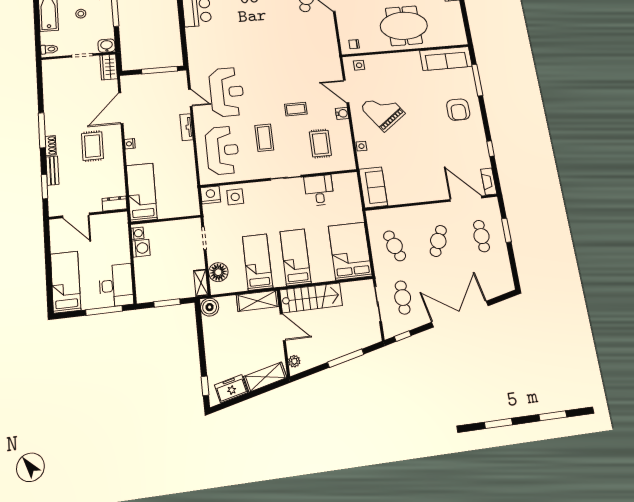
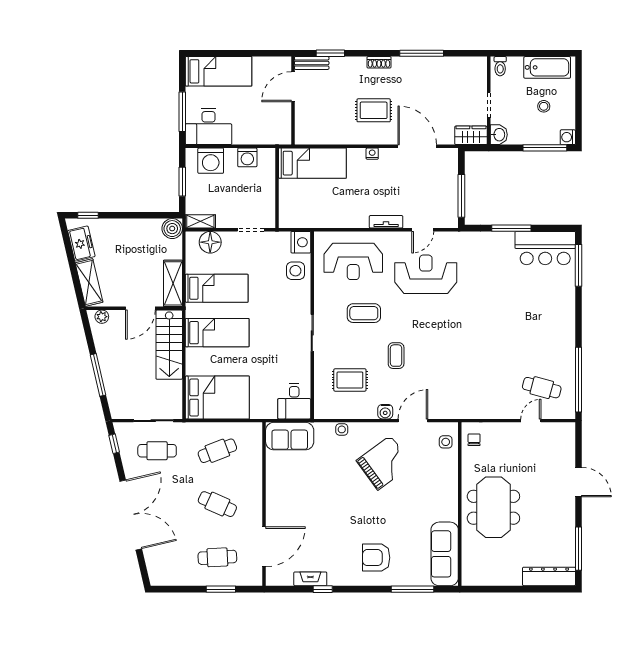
window: (182, 30) -> (511, 228), added
reception desk: (227, 92) -> (426, 274), turned 180
window: (42, 130) -> (422, 53), moved
bench: (52, 171) -> (312, 63), moved
fireplace: (489, 181) -> (310, 579), moved
desk: (319, 190) -> (294, 401), moved, turned 90
dresser: (114, 204) -> (302, 131), removed
washing machine: (137, 233) -> (211, 161), moved, width x1.89, depth x1.89

